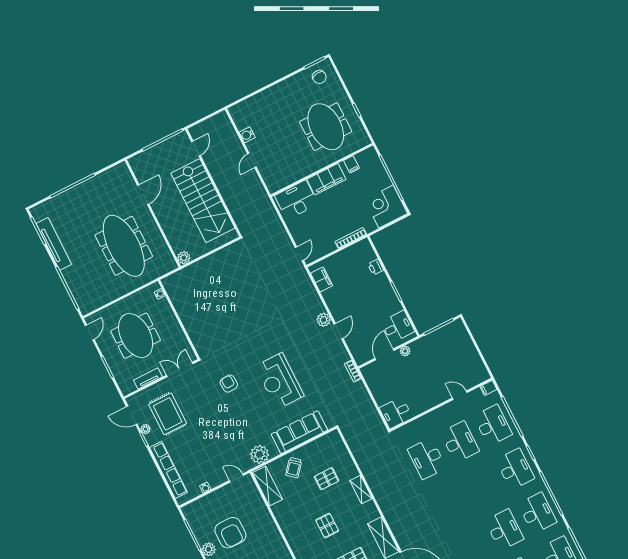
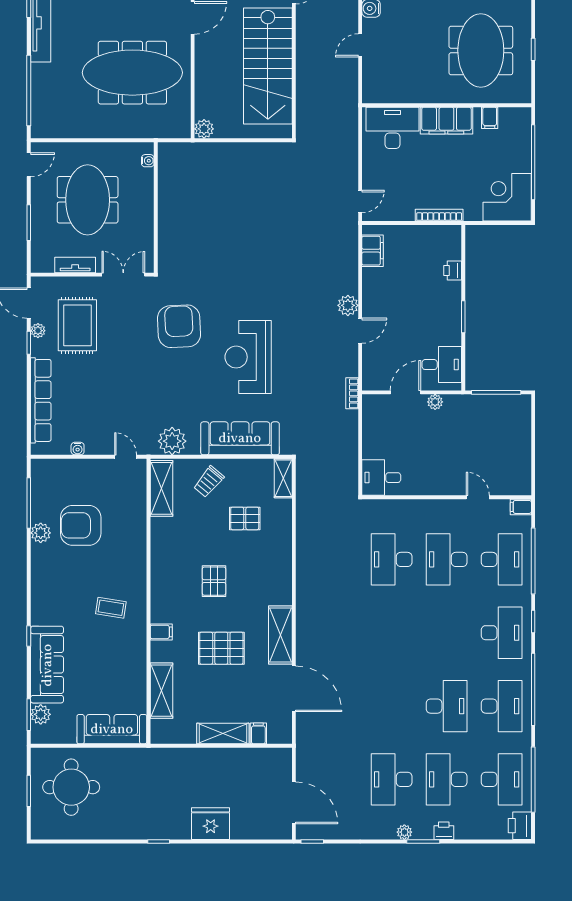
meeting table: (124, 246) -> (132, 73), turned 90
armchair: (229, 384) -> (179, 326), width x1.88, depth x1.88
desk: (460, 442) -> (447, 559), turned 180
shelving: (361, 490) -> (283, 478), moved
armchair: (230, 533) -> (81, 525), turned 90

